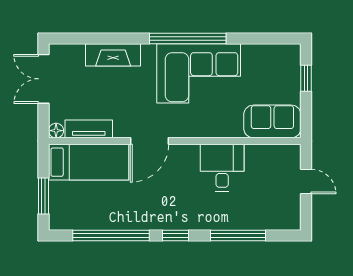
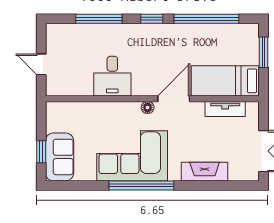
sofa: (272, 121) -> (60, 157), moved, turned -90
floor lamp: (56, 131) -> (148, 108), moved

